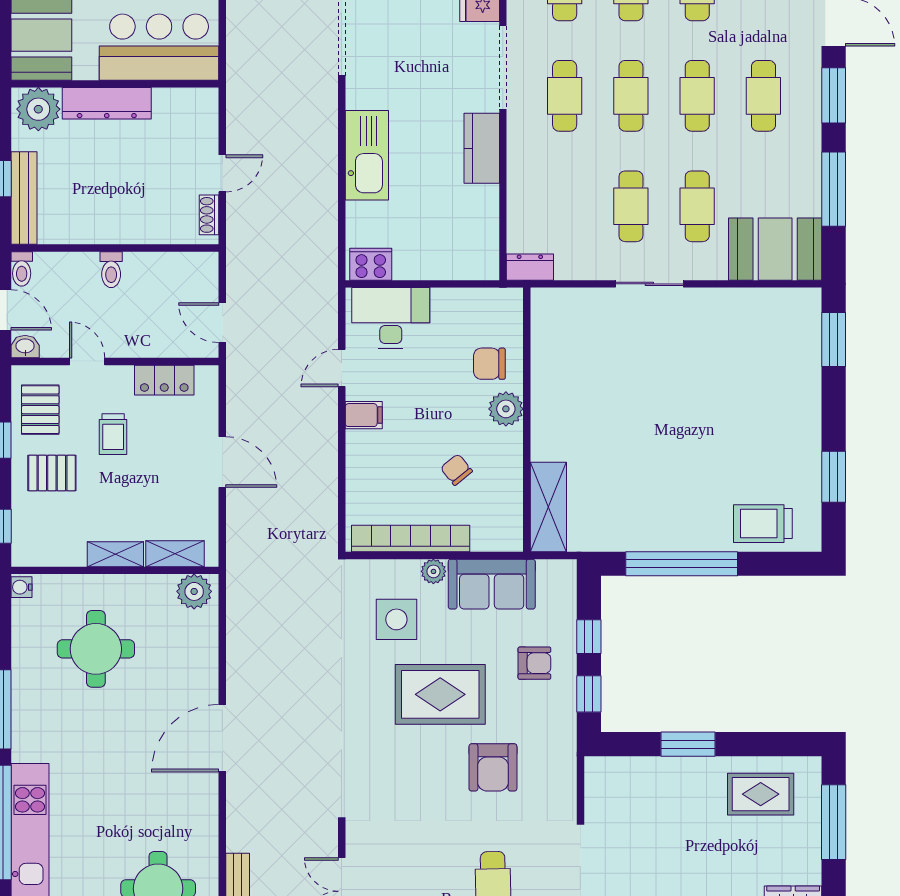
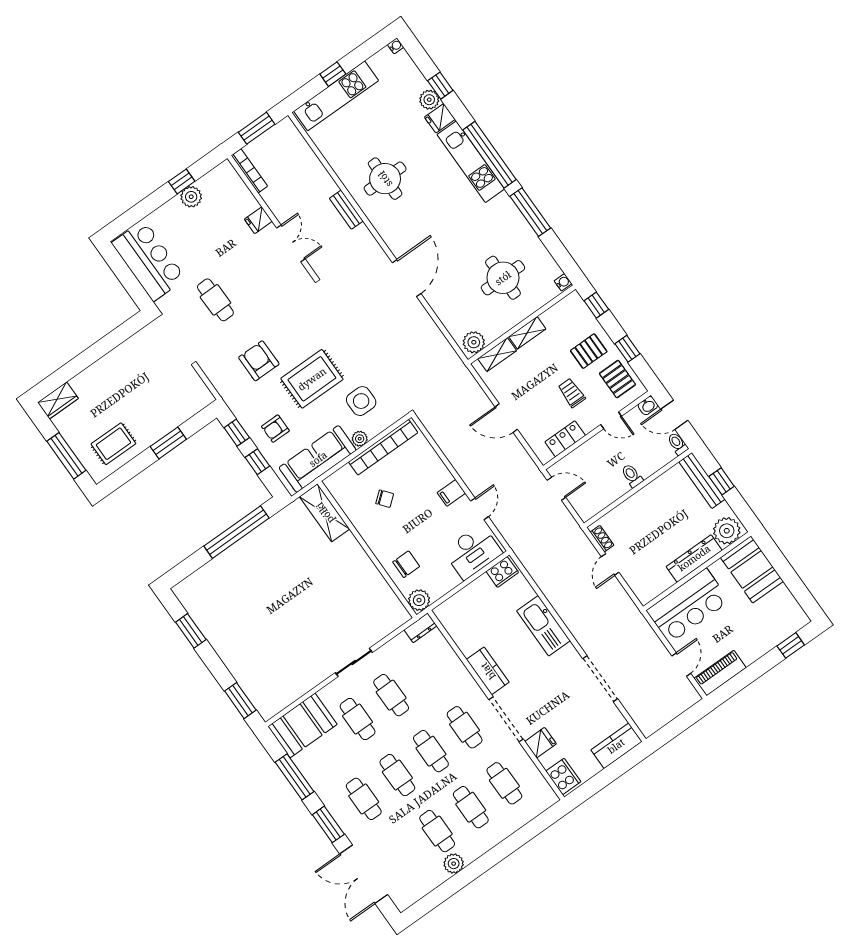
plant: (506, 409) -> (419, 600), moved
trolley: (763, 524) -> (210, 582), removed
sofa: (492, 584) -> (318, 459), width x1.36

